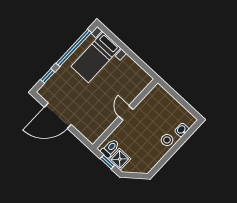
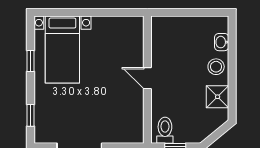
window: (74, 48) -> (31, 61), width x0.32
shower: (120, 159) -> (218, 97), moved

